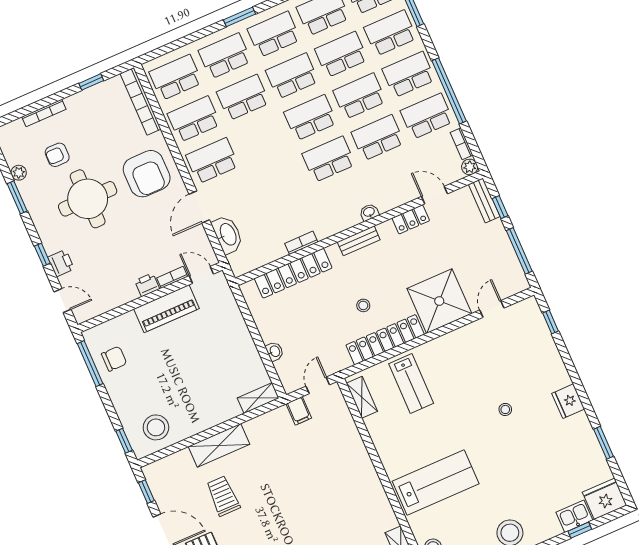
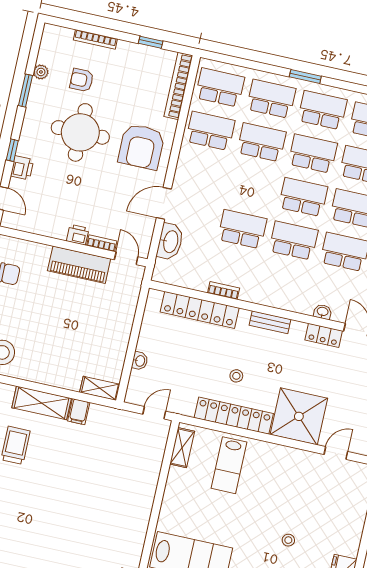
school desk: (212, 161) -> (242, 229), moved
washbasin: (369, 212) -> (323, 312), moved
filing cabinet: (299, 411) -> (79, 412), moved

